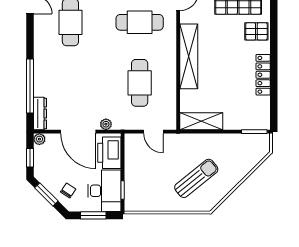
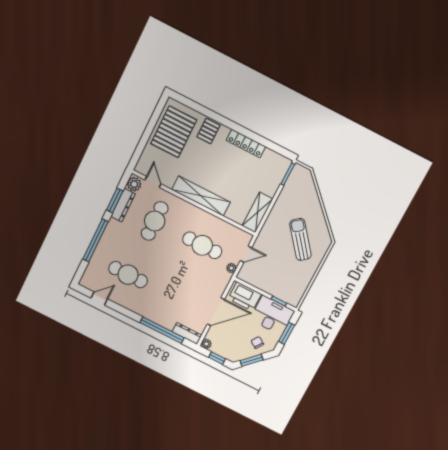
plant: (106, 124) -> (231, 268), moved

